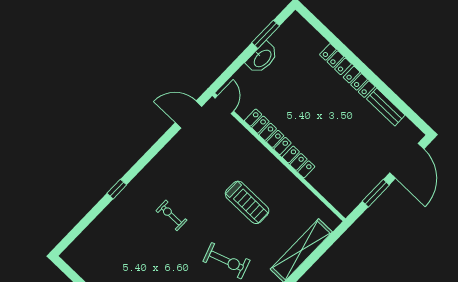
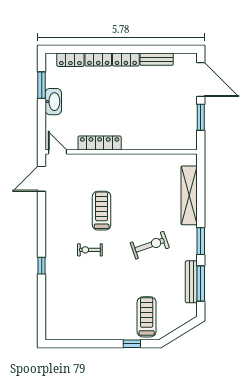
locker: (299, 162) -> (70, 60), moved, turned 180
treadmill: (247, 202) -> (102, 211), moved, turned -90

